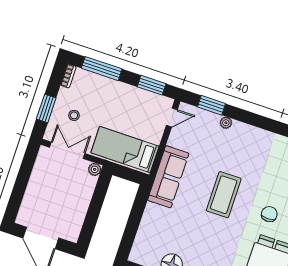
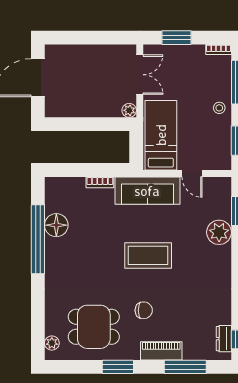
stool: (74, 115) -> (219, 108), moved
door: (172, 117) -> (192, 173), moved
plant: (226, 123) -> (219, 232), width x1.87, depth x1.87
bookcase: (148, 215) -> (100, 182), added

